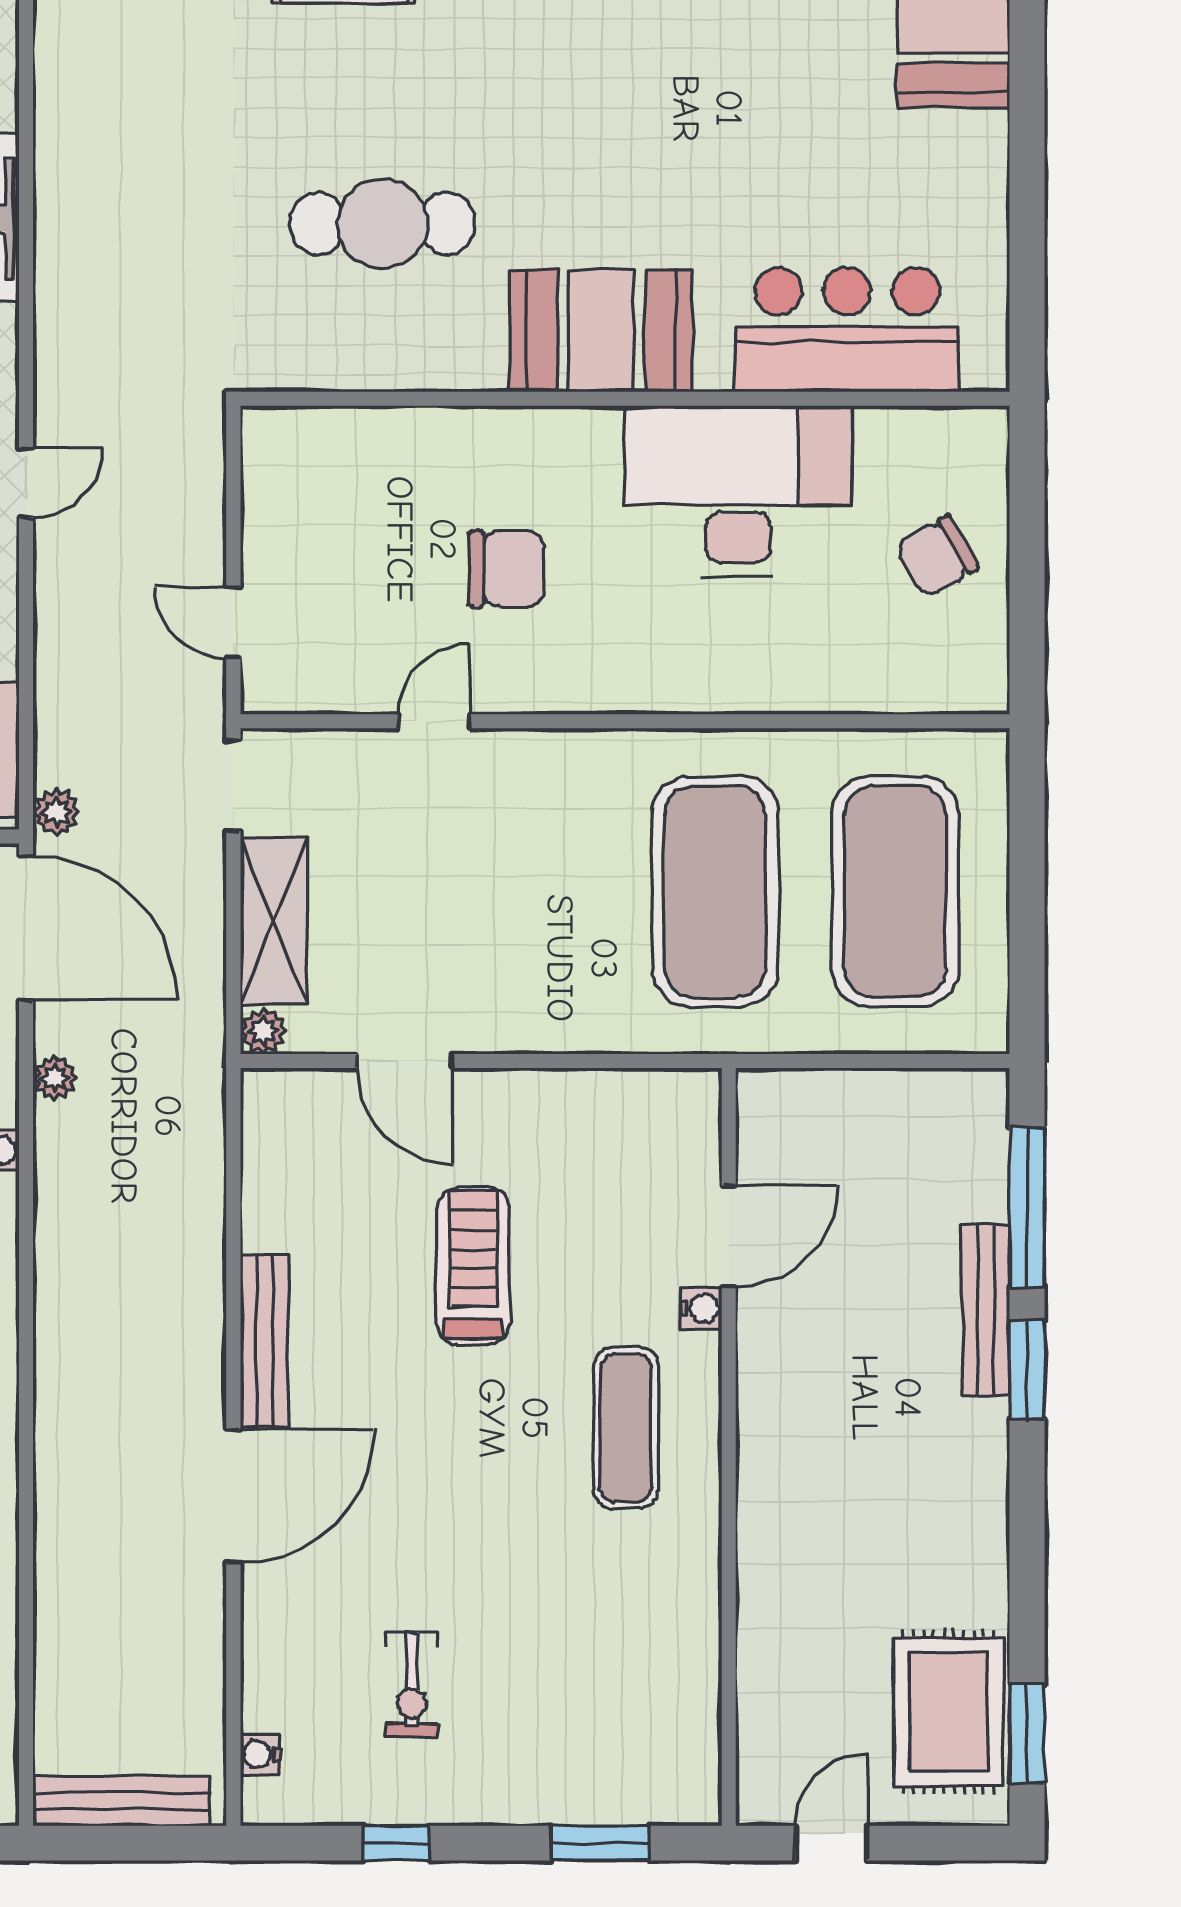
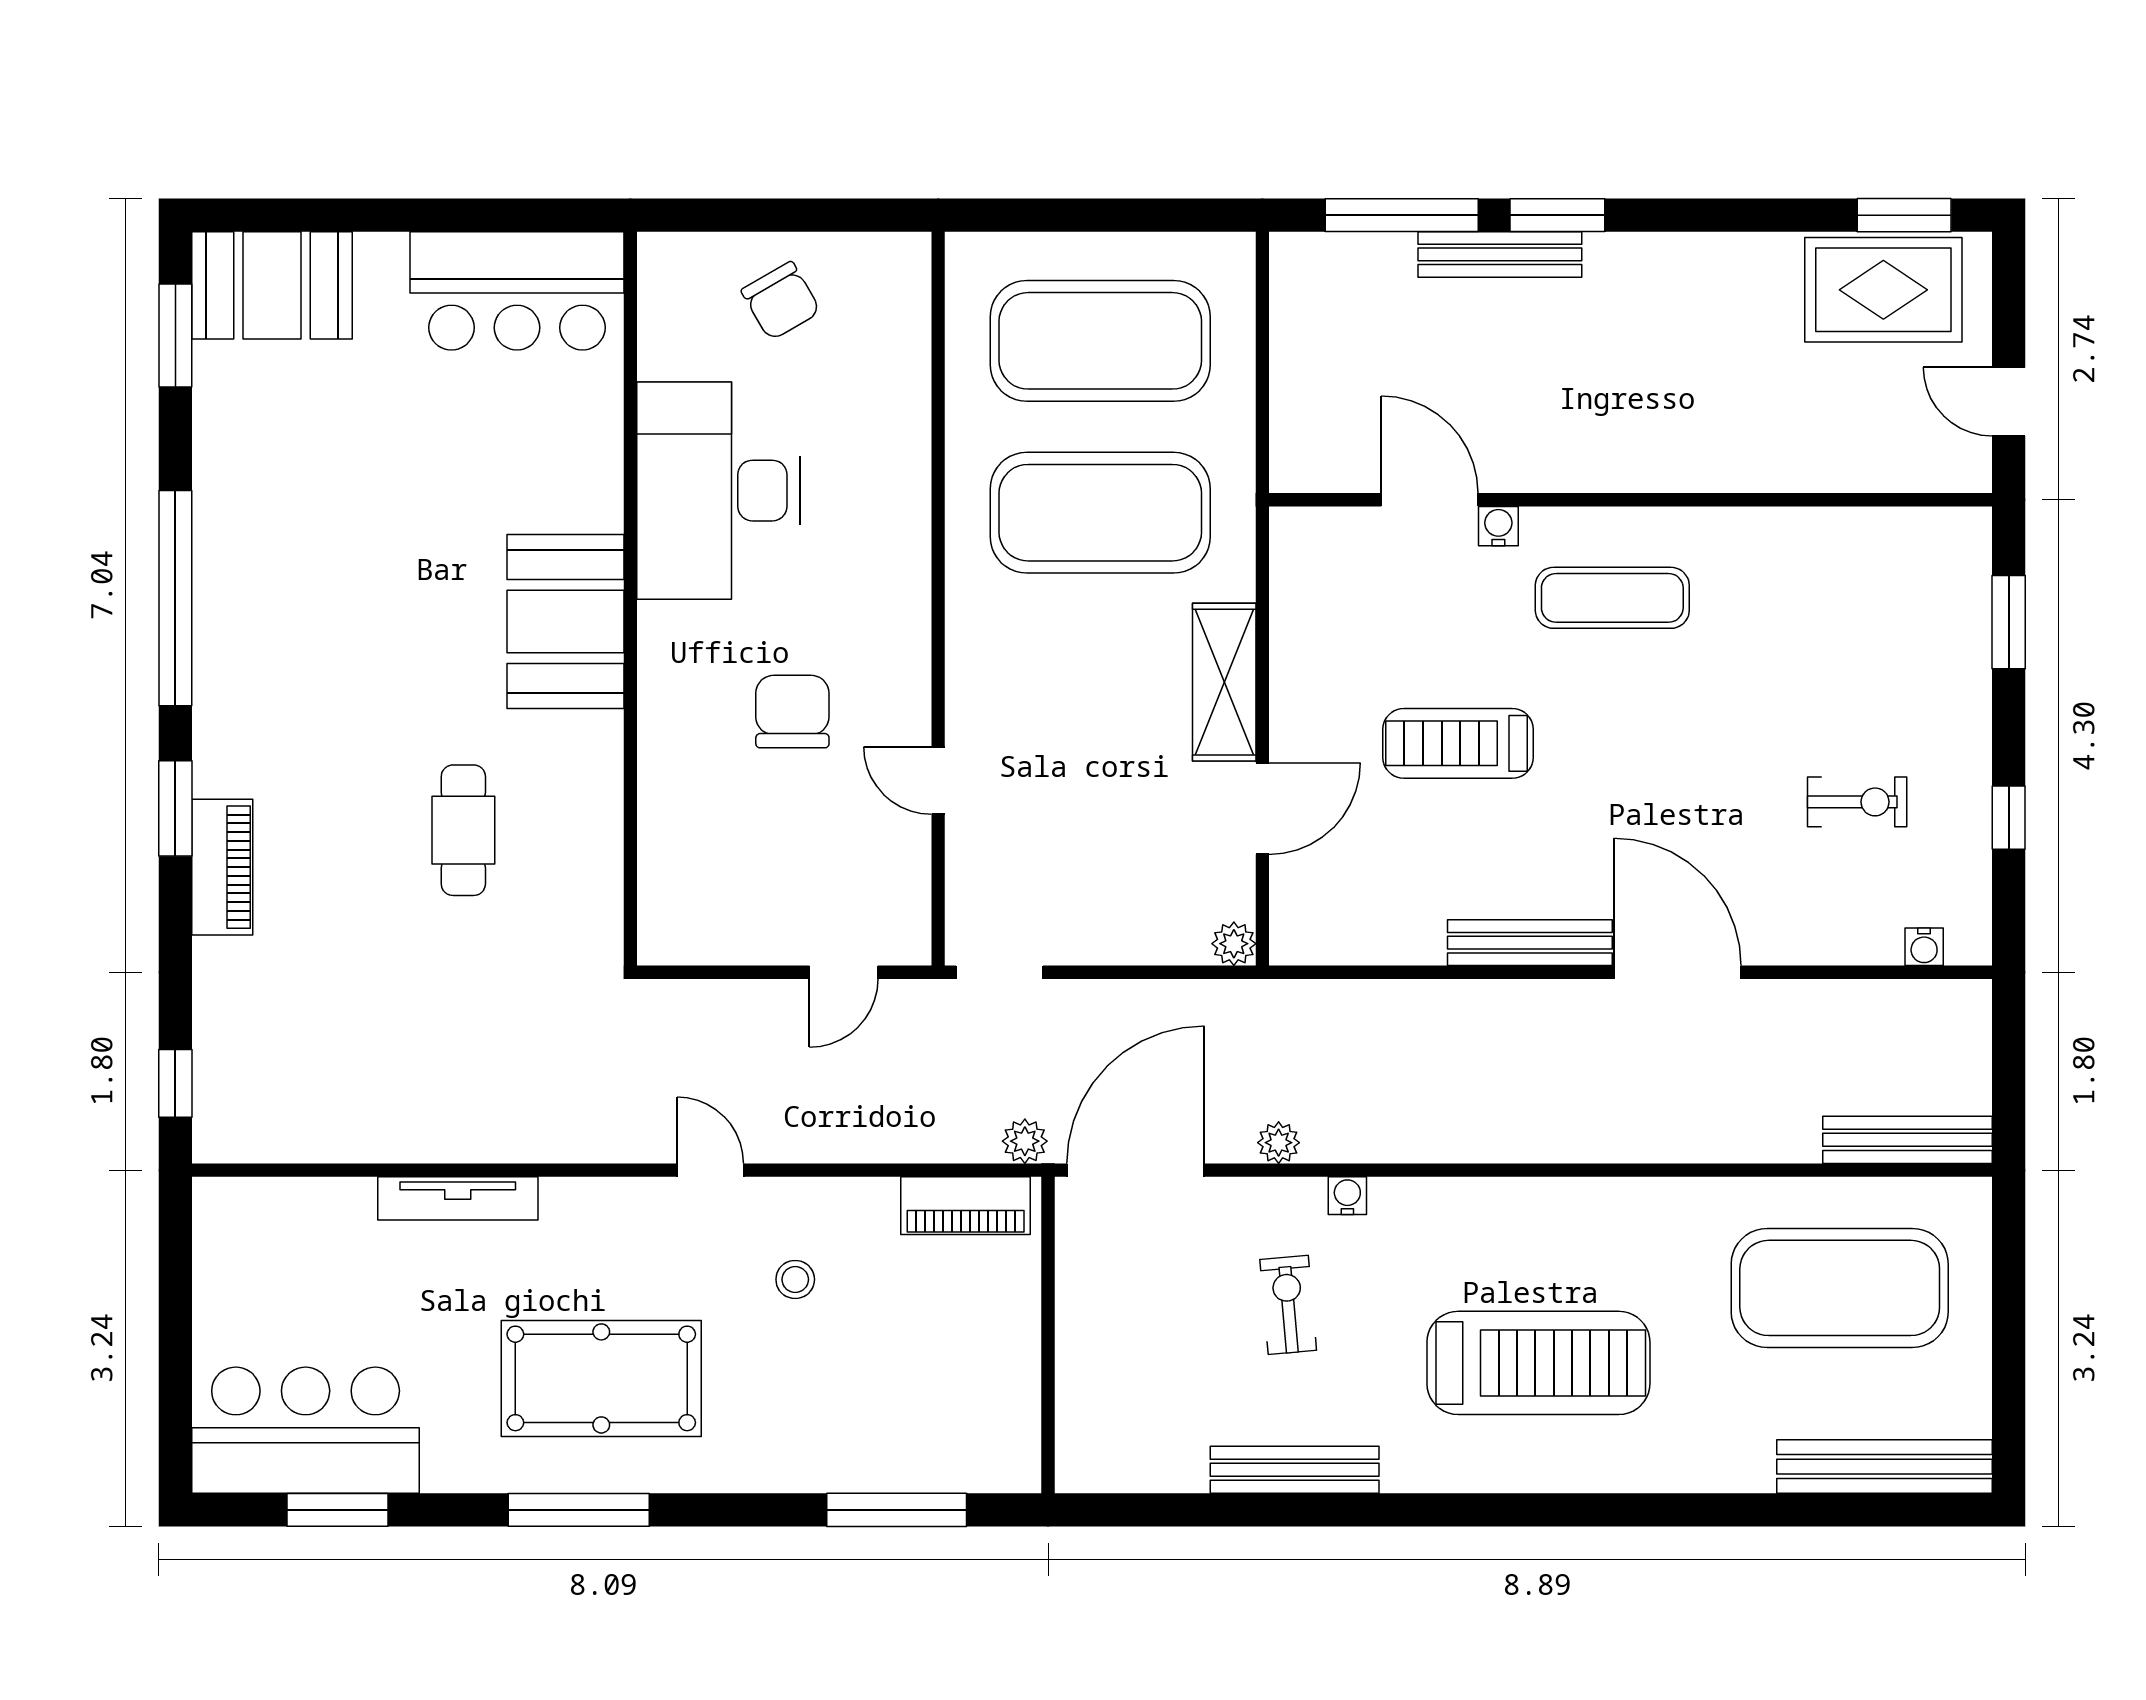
cafe table: (382, 224) -> (463, 830), width x0.73, depth x0.74
bar counter: (847, 330) -> (517, 291), moved, turned -90
shelving: (273, 921) -> (1224, 682), moved, turned 90
bench: (122, 1801) -> (1907, 1140), moved, turned 90

